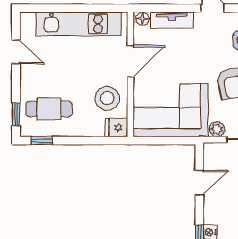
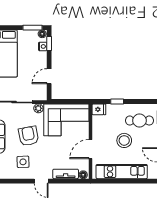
stool: (107, 98) -> (124, 140), moved
window: (42, 141) -> (117, 101), moved

